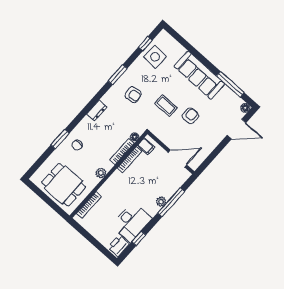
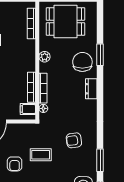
window: (118, 75) -> (100, 160), moved
dresser: (97, 111) -> (91, 89), moved
chair: (77, 145) -> (82, 62), width x1.87, depth x1.87

